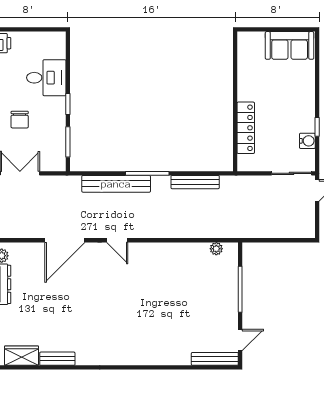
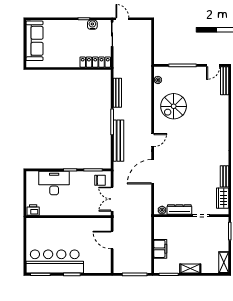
sofa: (290, 45) -> (35, 41), width x1.36
desk: (46, 78) -> (54, 183), width x1.37
chair: (20, 120) -> (100, 180), moved
locker: (246, 128) -> (95, 62), moved
door: (65, 240) -> (153, 172), swing flipped
spiral stairs: (173, 275) -> (174, 106), added
door: (240, 340) -> (213, 65), swing flipped

